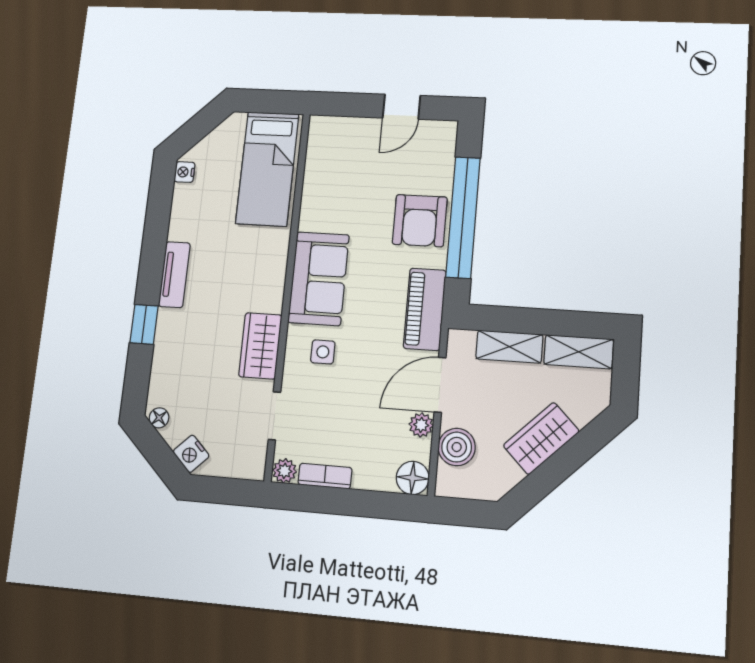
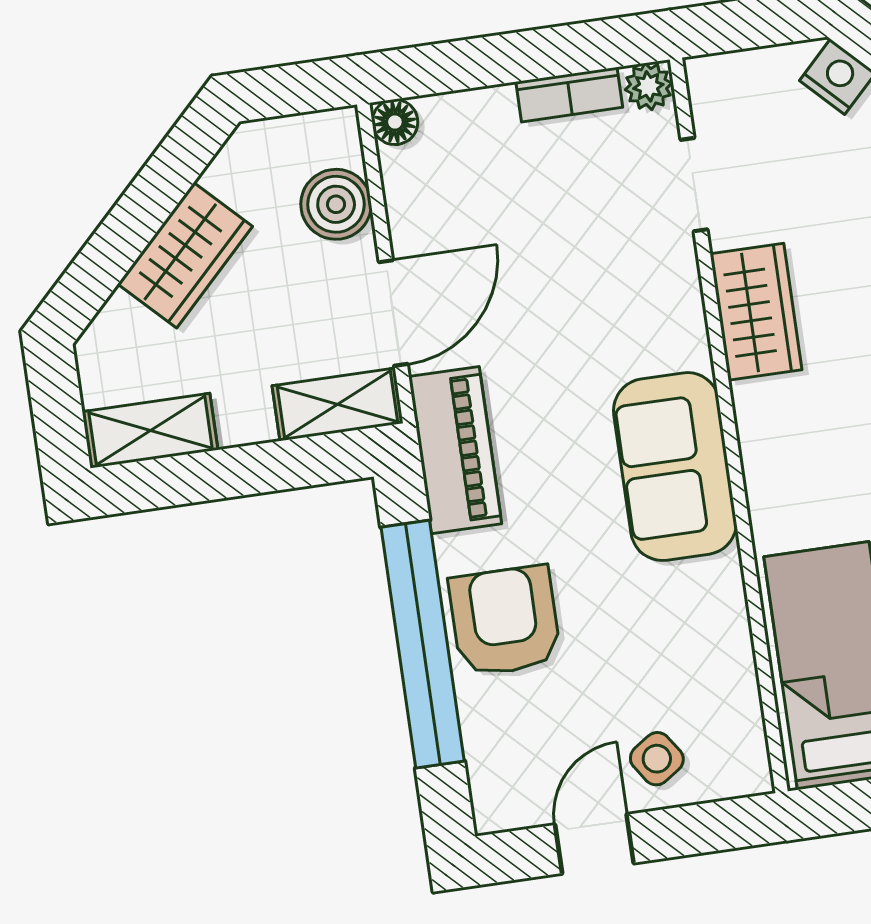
shelving: (509, 347) -> (338, 404), moved
side table: (323, 352) -> (657, 759), moved, turned -34
plant: (421, 425) -> (411, 230), removed
floor lamp: (413, 478) -> (395, 122), width x0.73, depth x0.73

